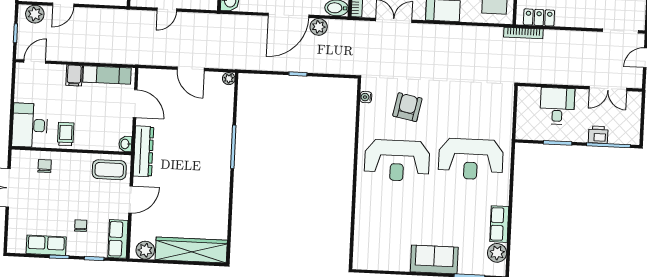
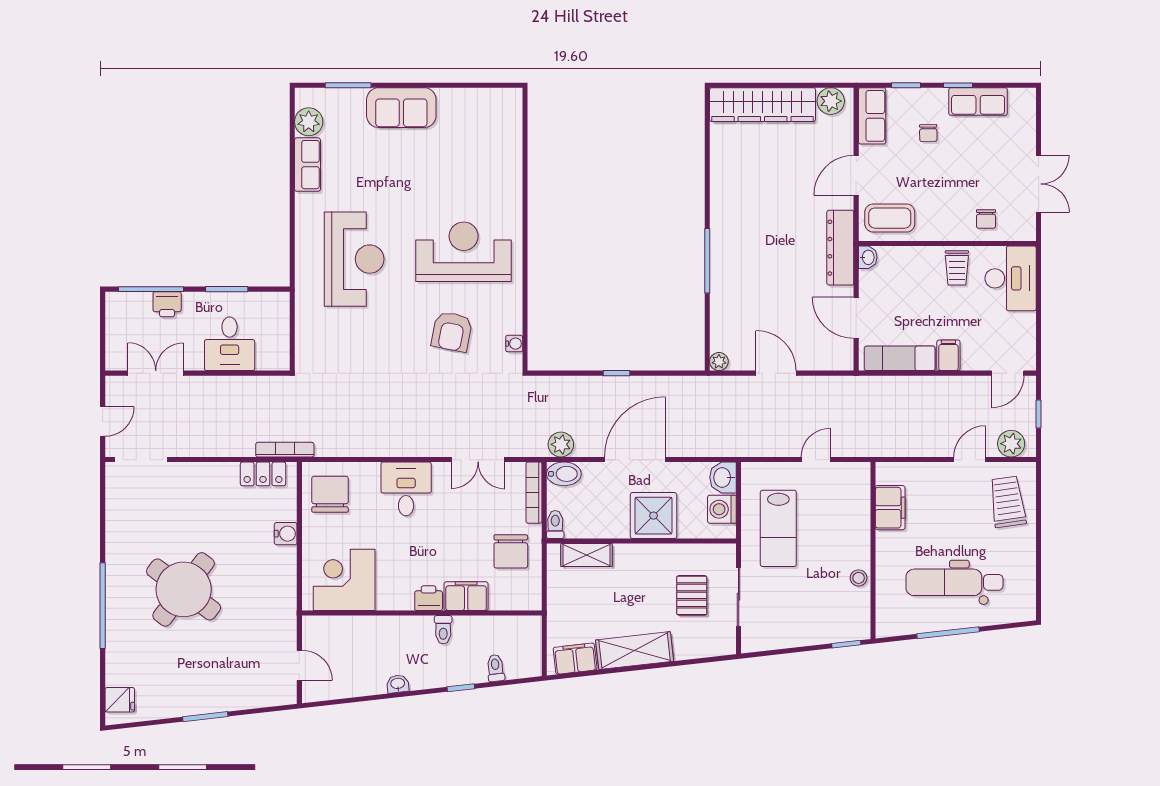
plant: (319, 27) -> (561, 444), moved
reception desk: (471, 159) -> (354, 259), turned 90

